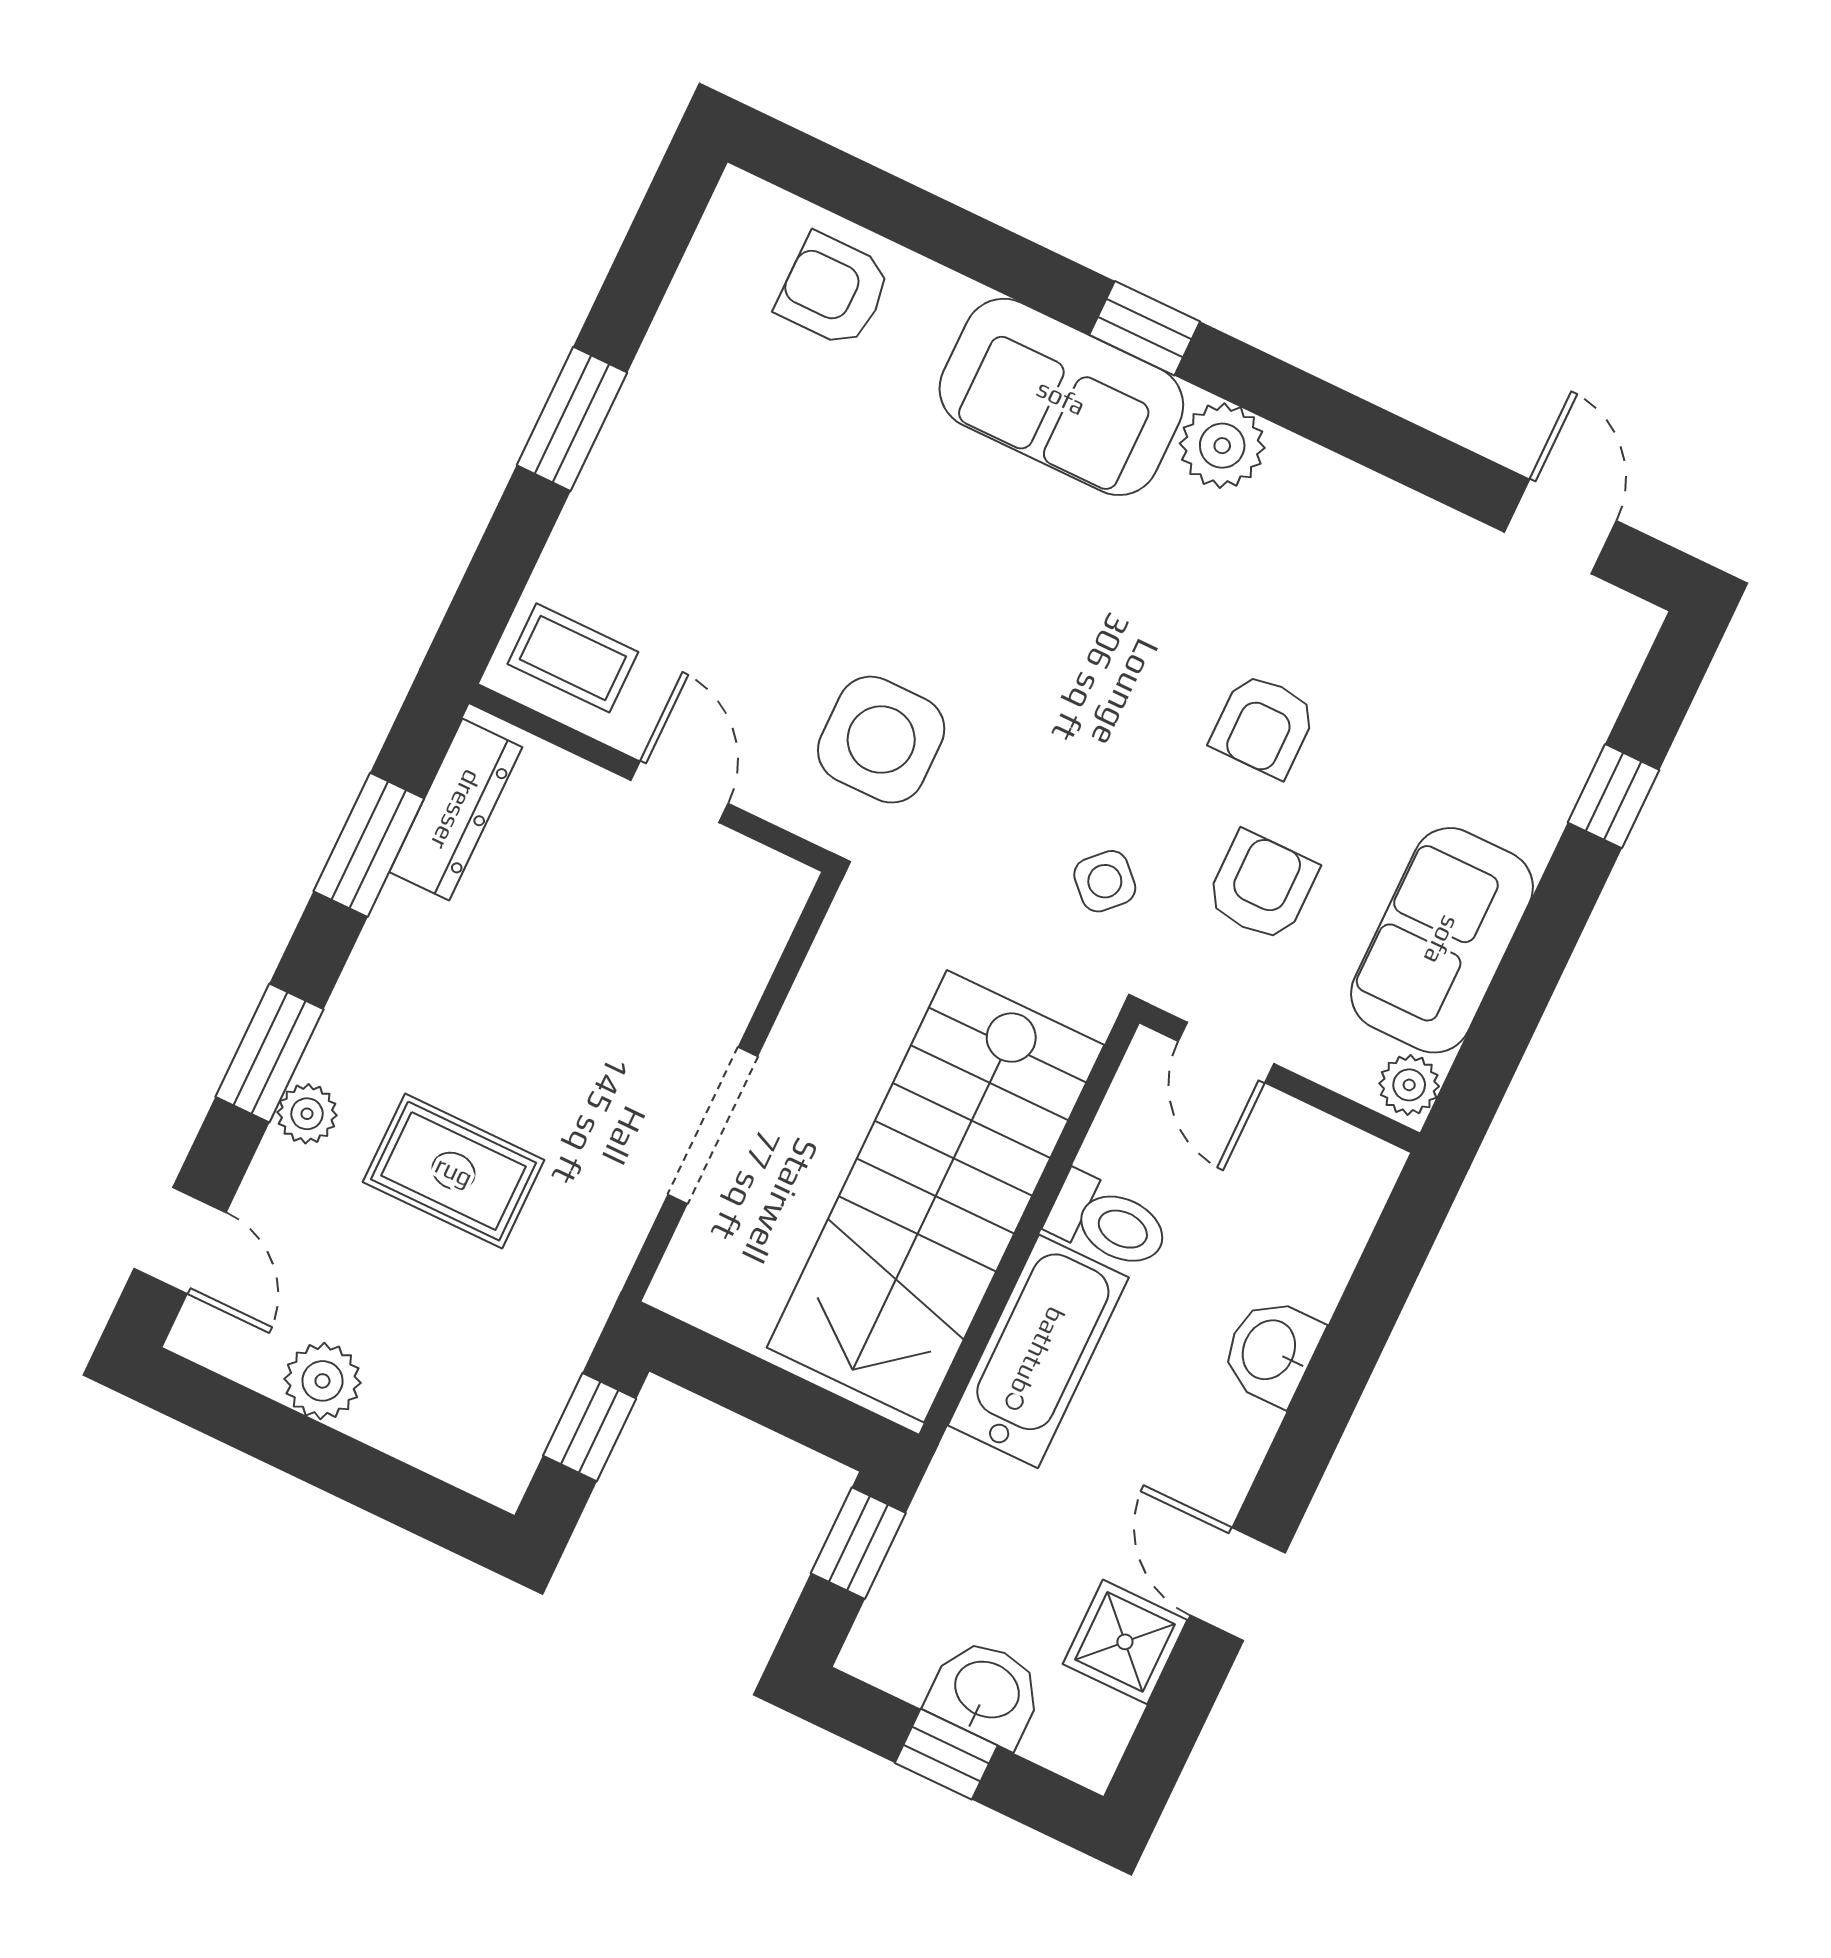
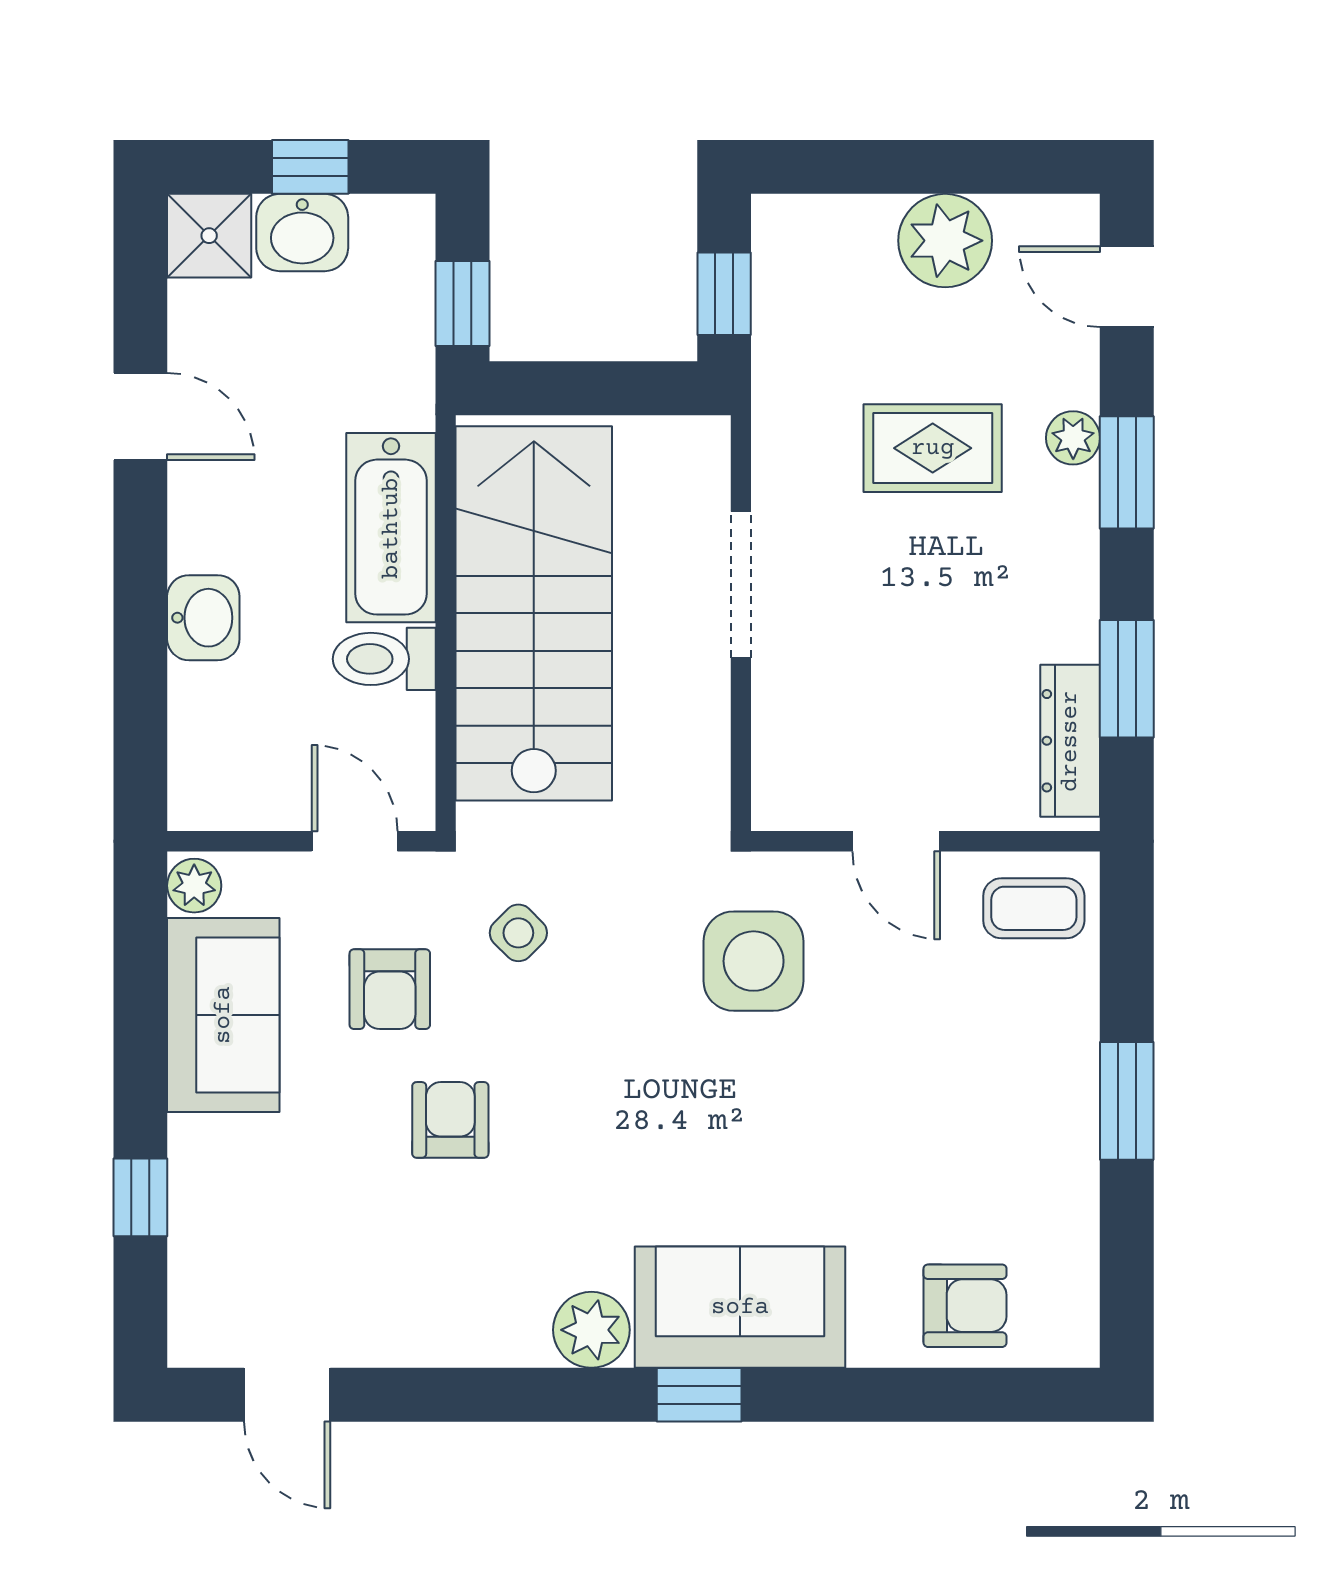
plant: (322, 1381) -> (945, 241), width x1.36, depth x1.36
shower: (1125, 1642) -> (209, 236), moved

